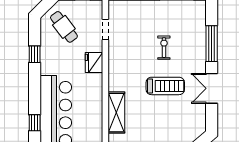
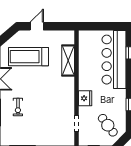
exercise bike: (164, 48) -> (18, 107), moved
treadmill: (165, 86) -> (28, 57), moved, width x1.37, depth x1.38

